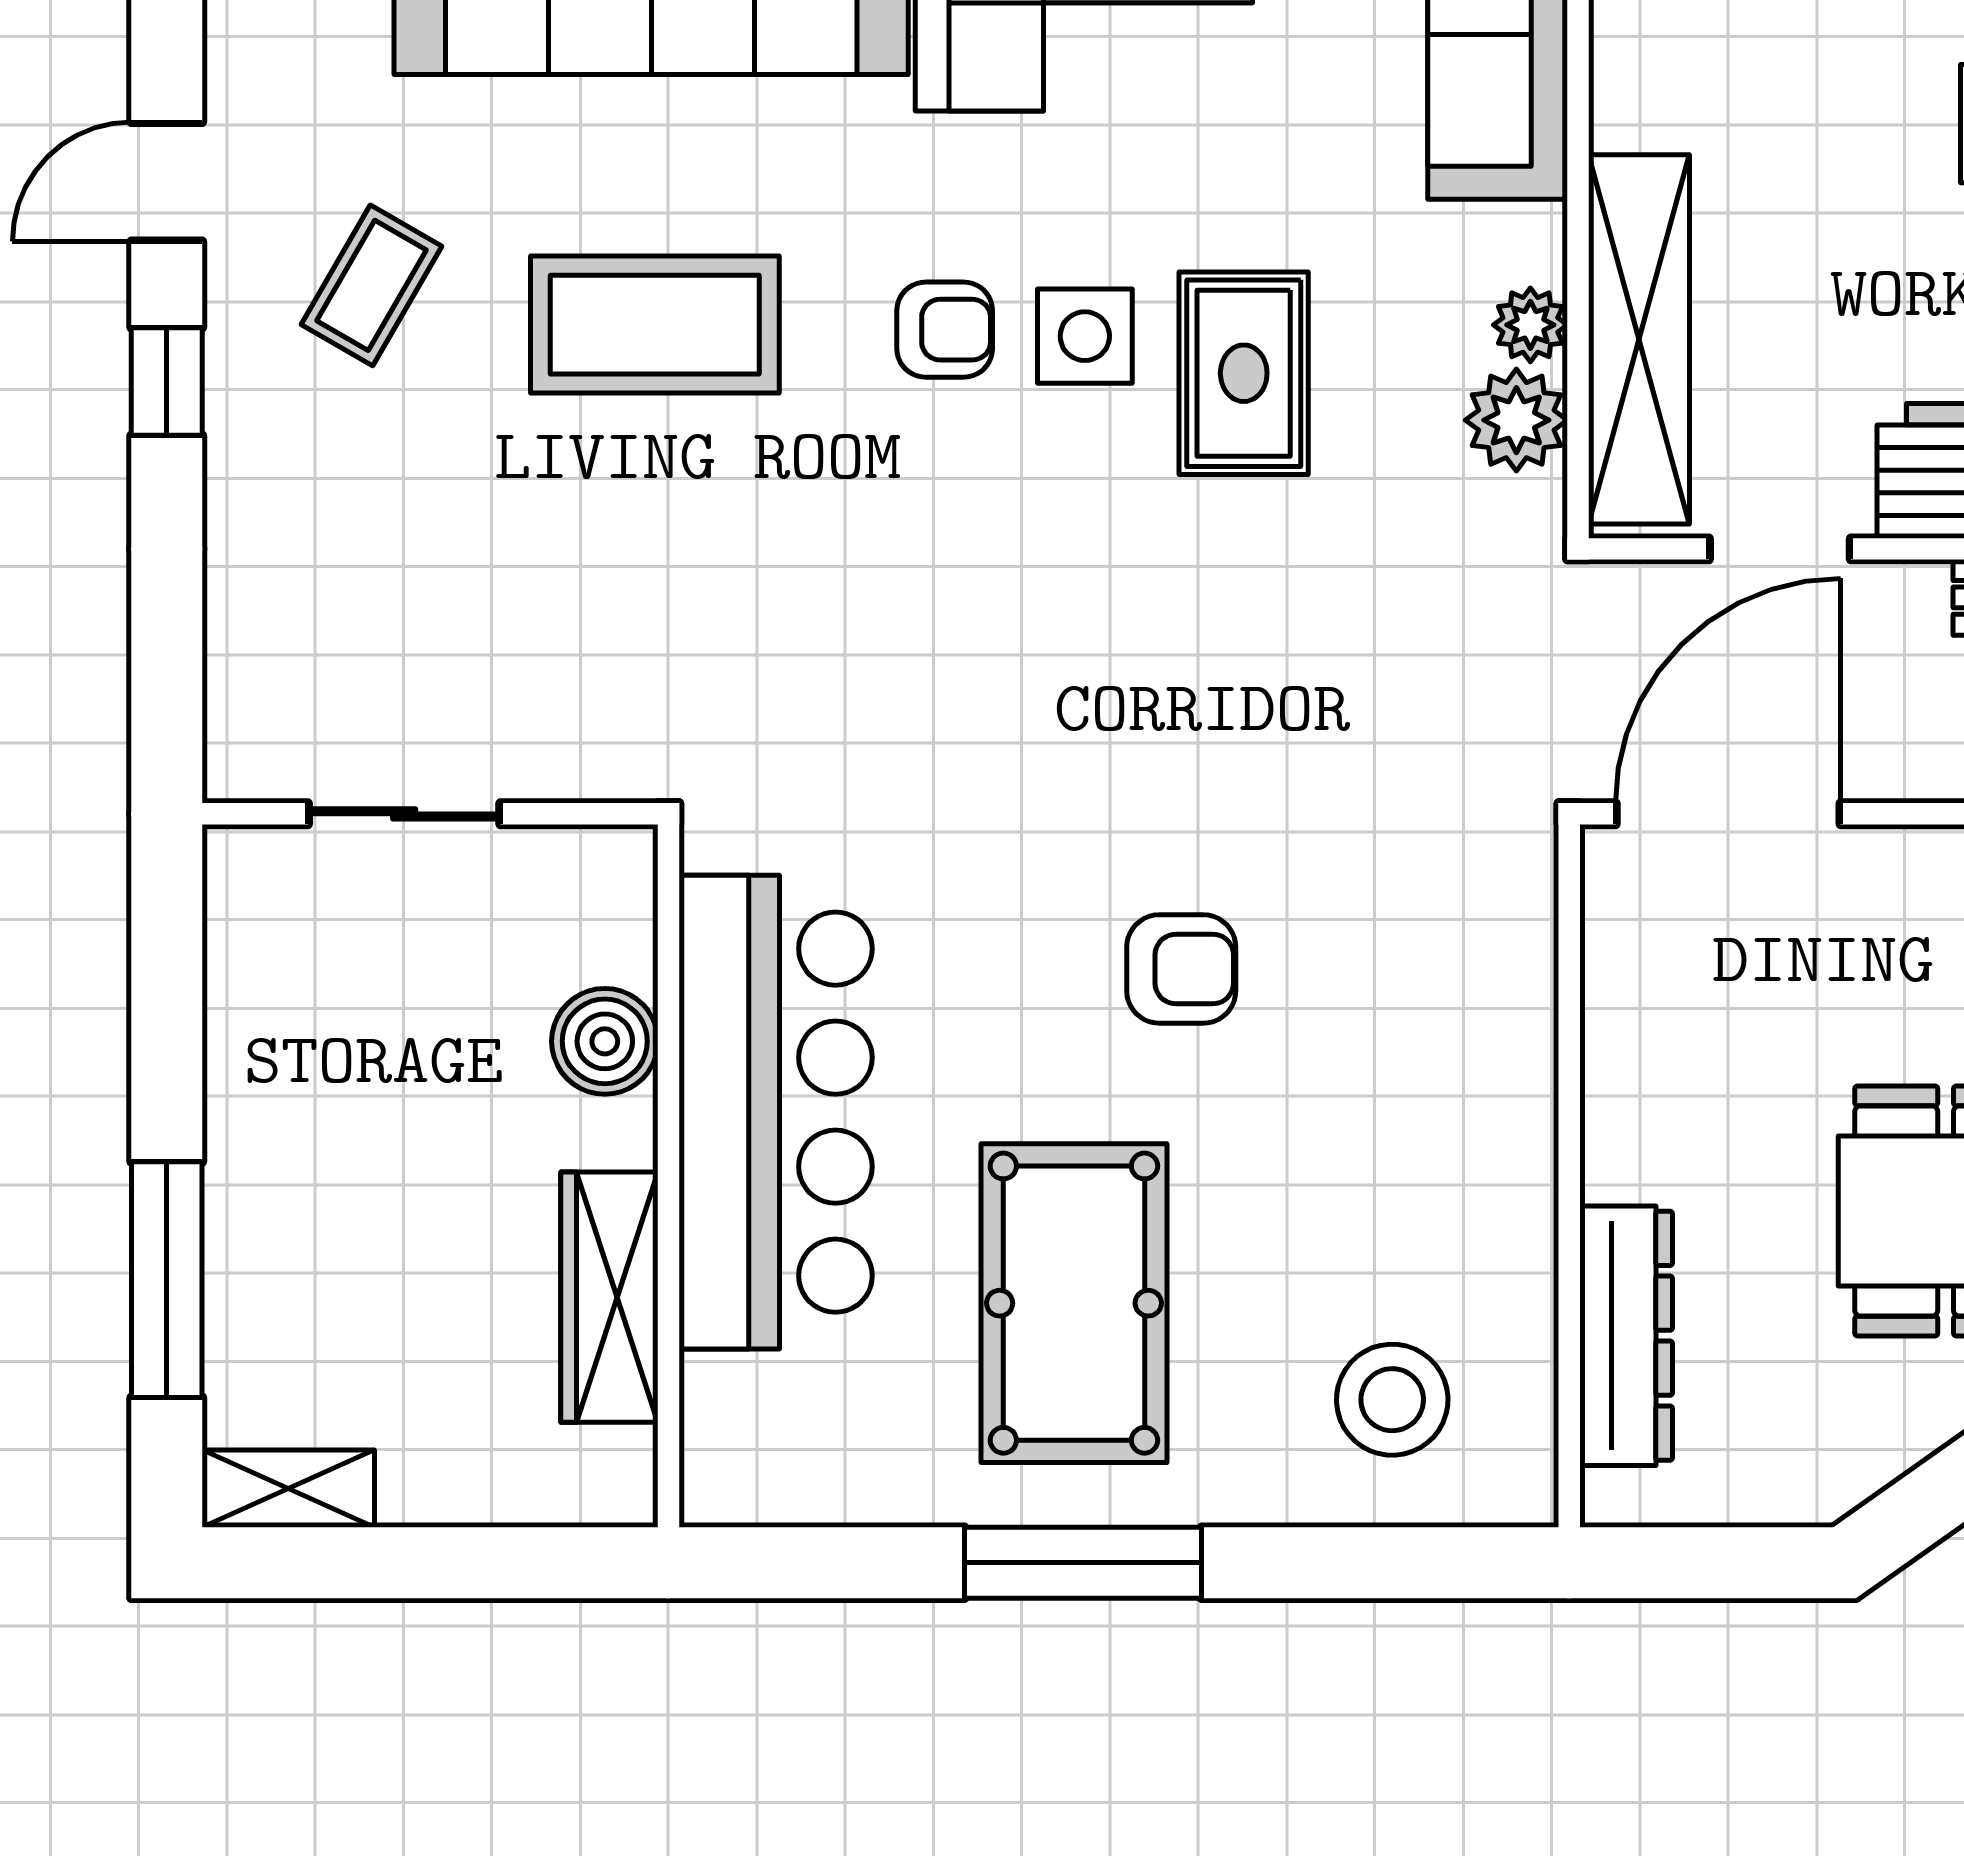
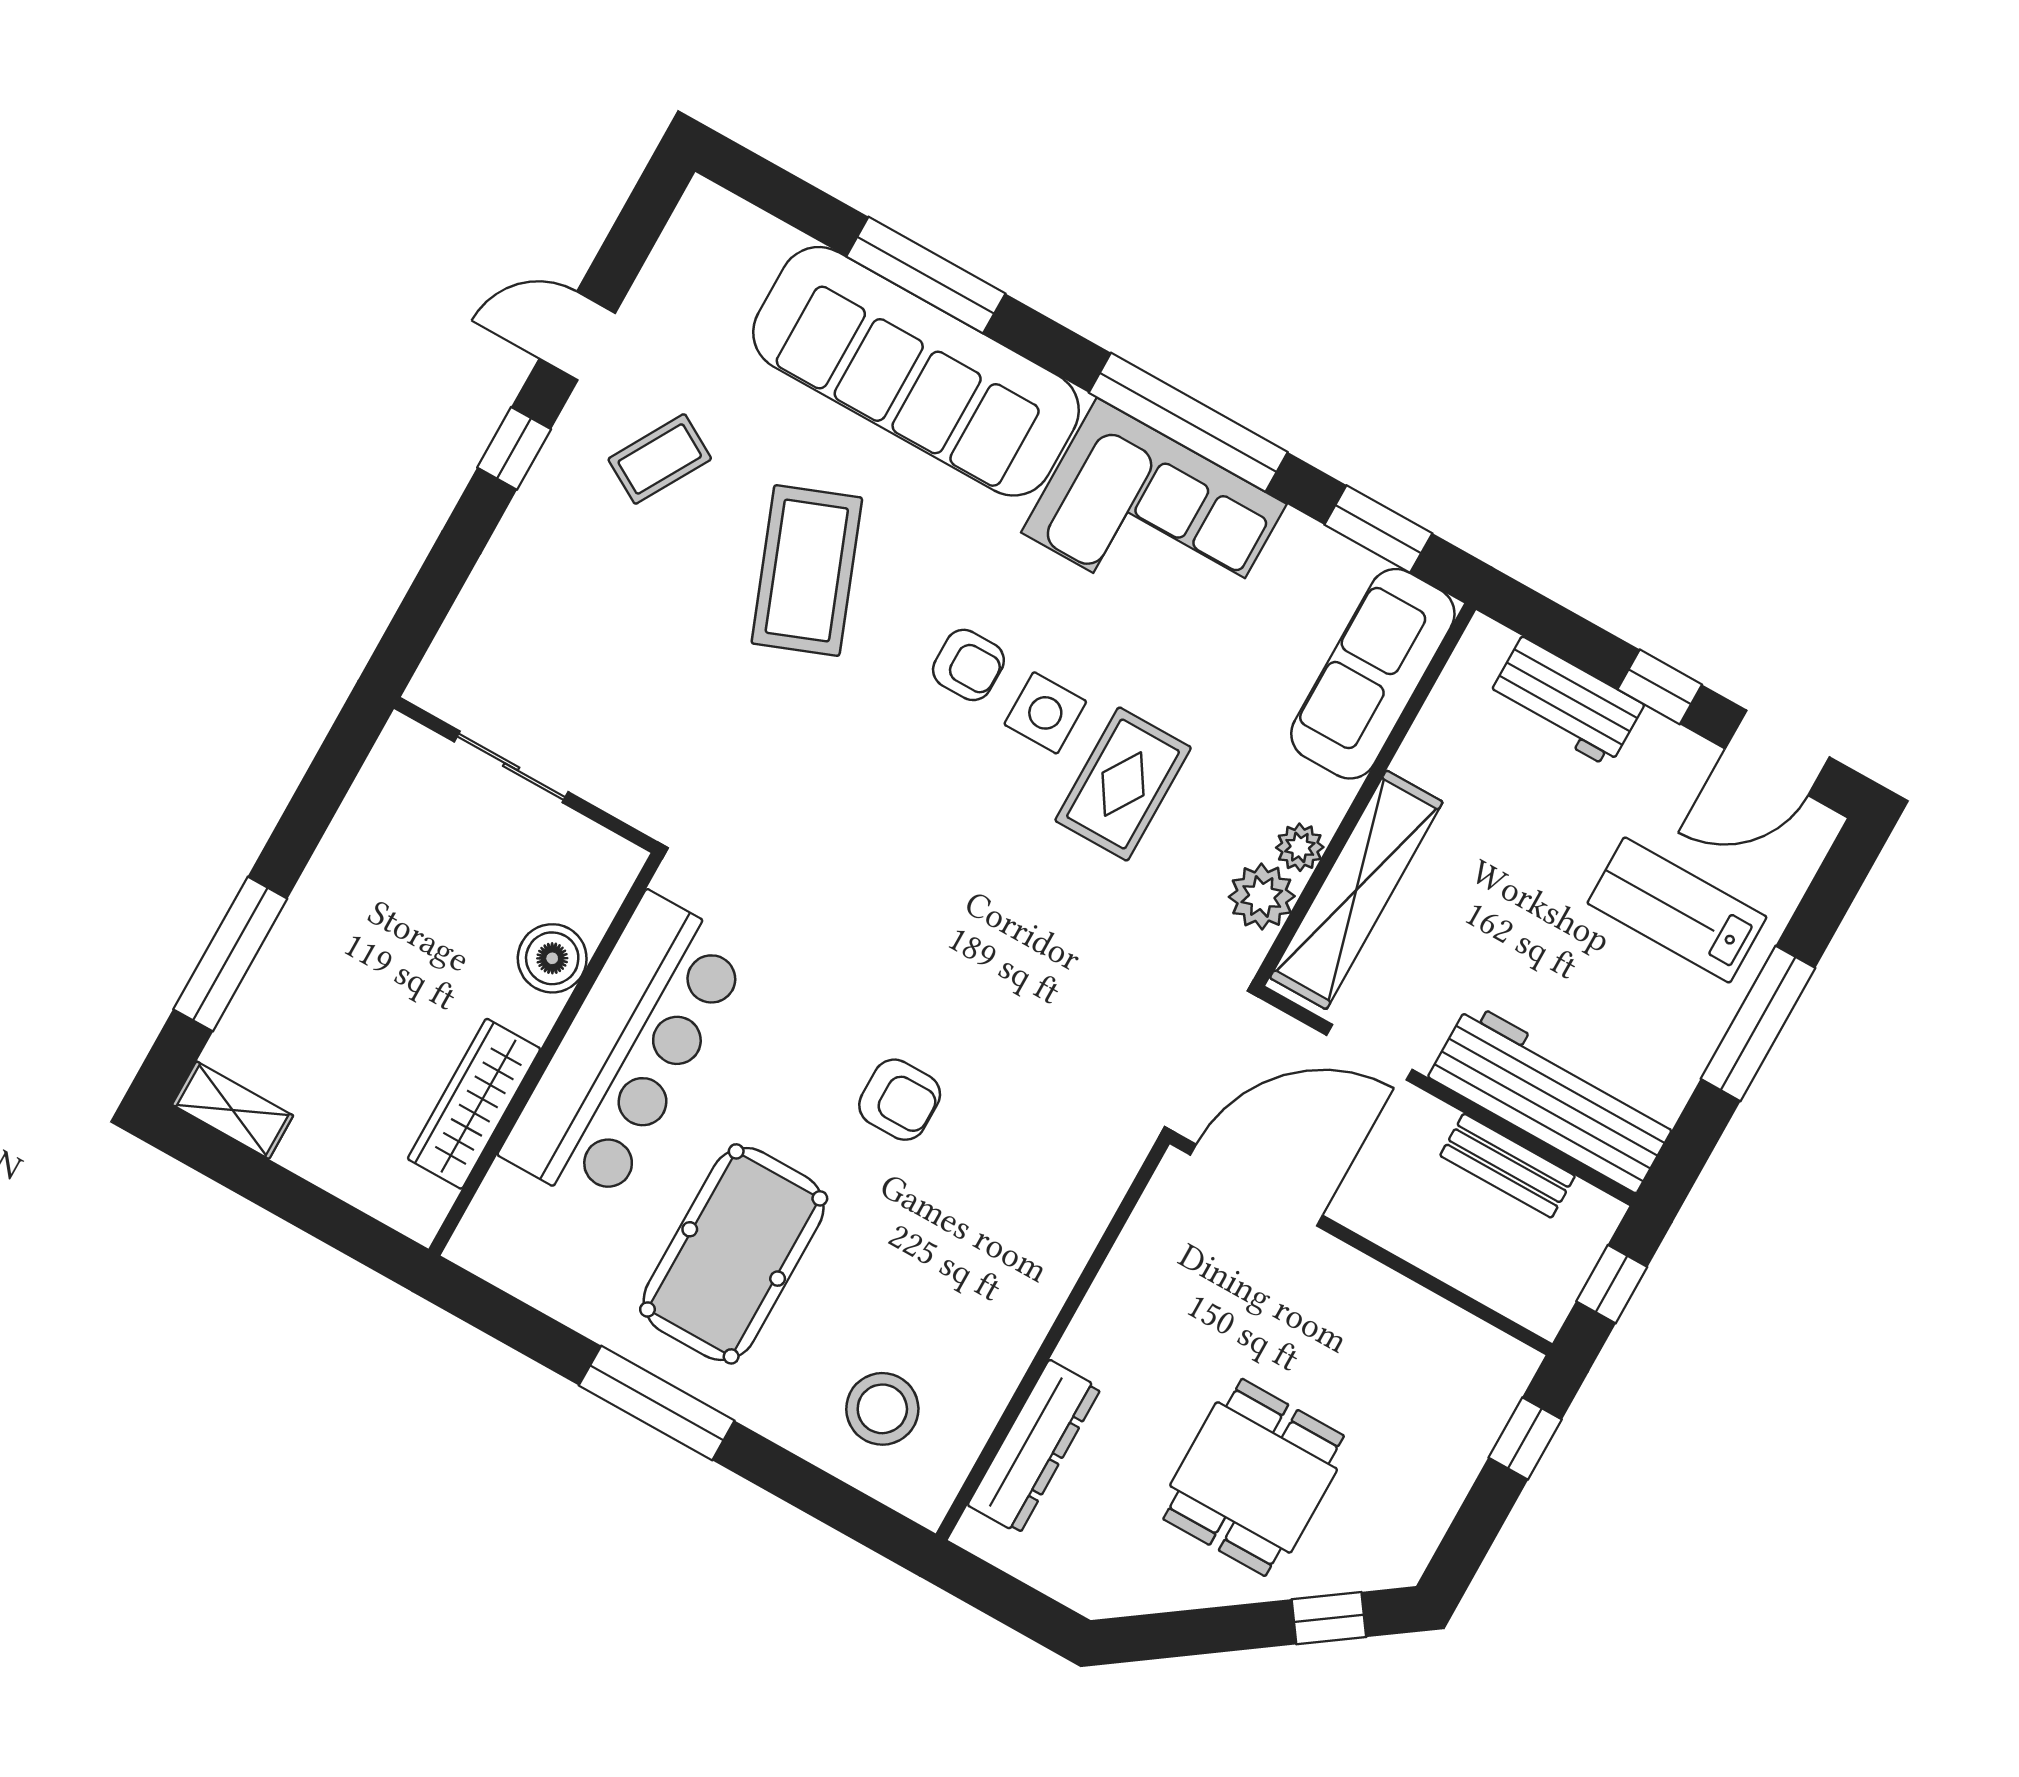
coffee table: (655, 325) -> (807, 571), turned 69

